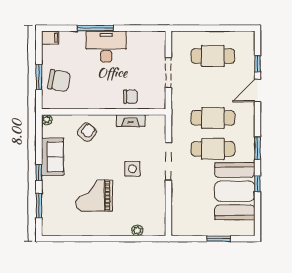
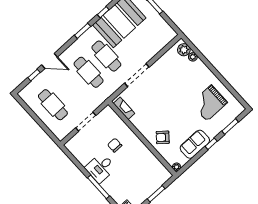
desk: (106, 47) -> (101, 168), width x0.73
chair: (59, 81) -> (148, 180), removed
chair: (131, 97) -> (115, 145), moved
fireplace: (131, 121) -> (124, 108), moved
side table: (132, 169) -> (160, 92), removed
grand piano: (94, 195) -> (209, 103), moved, turned 90
plant: (152, 228) -> (184, 50), added

